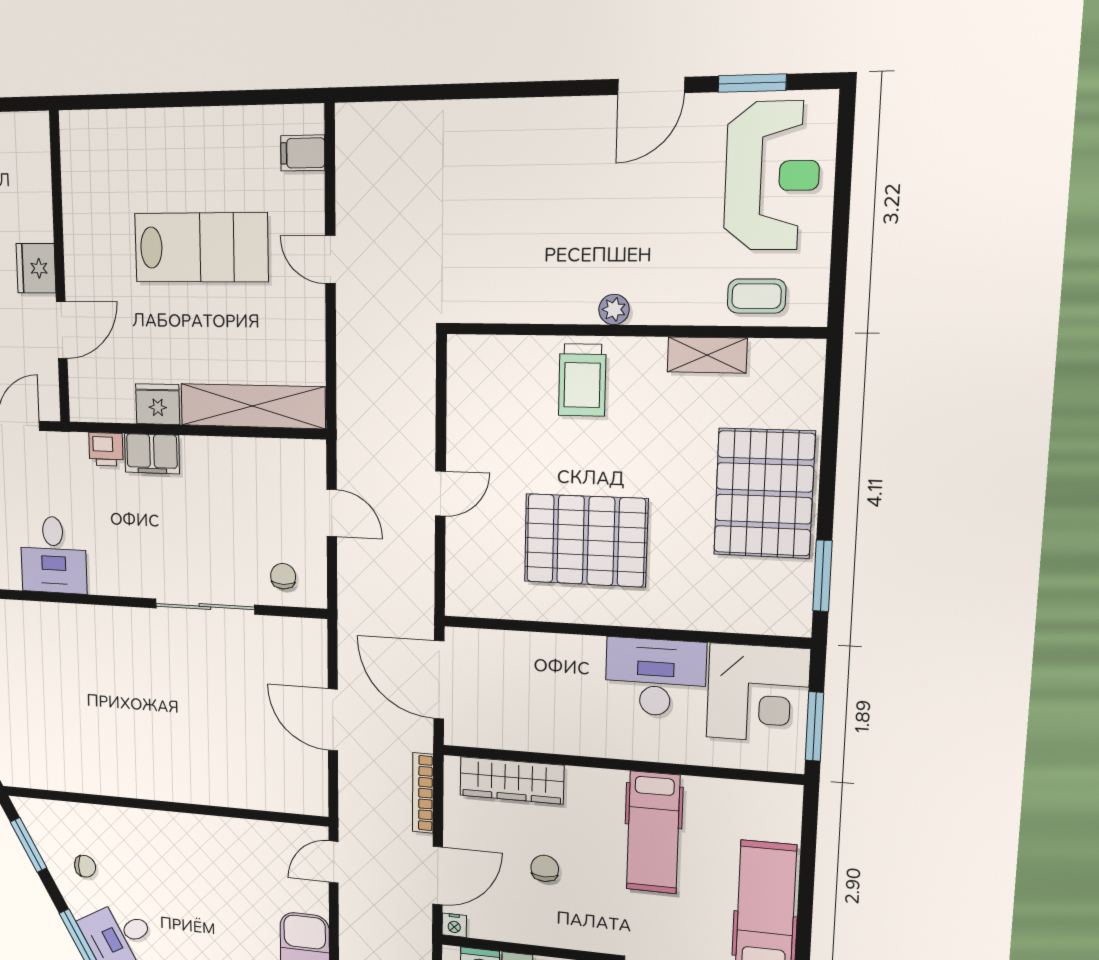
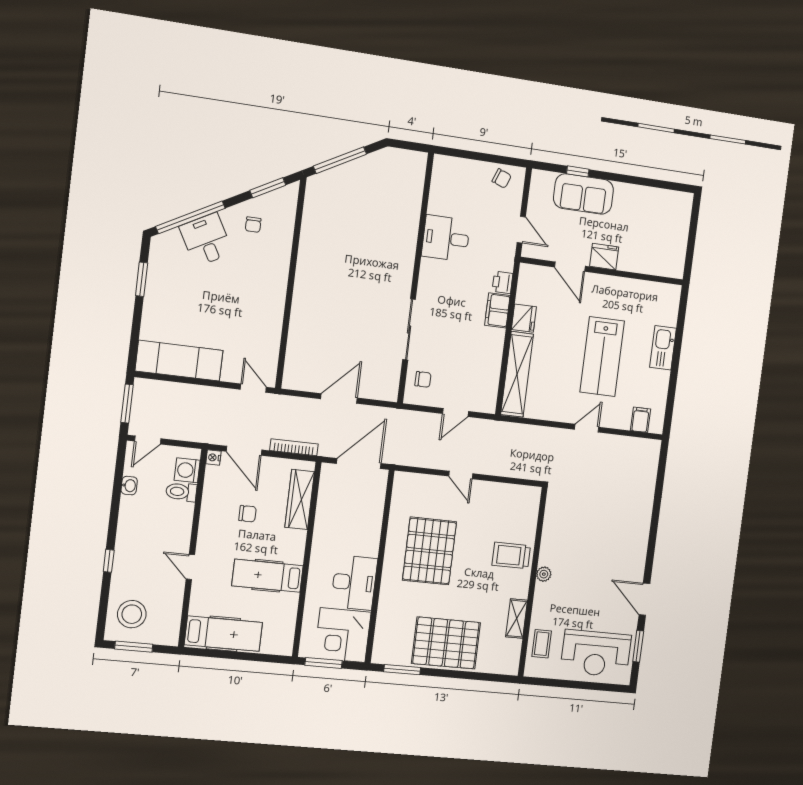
kitchen sink: (170, 129) -> (663, 348), added

